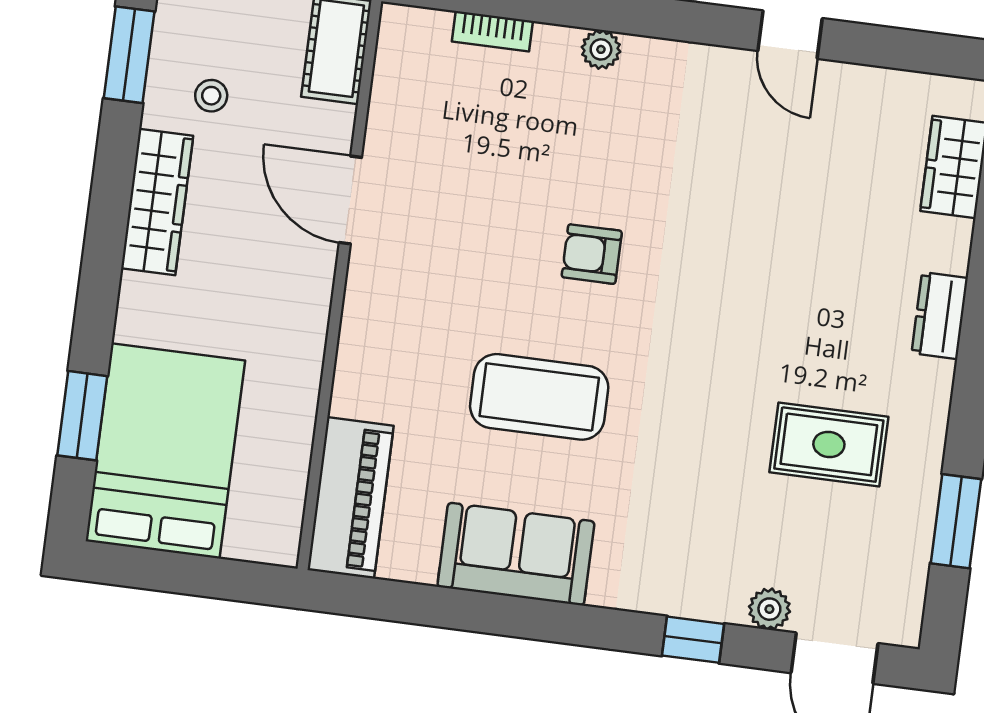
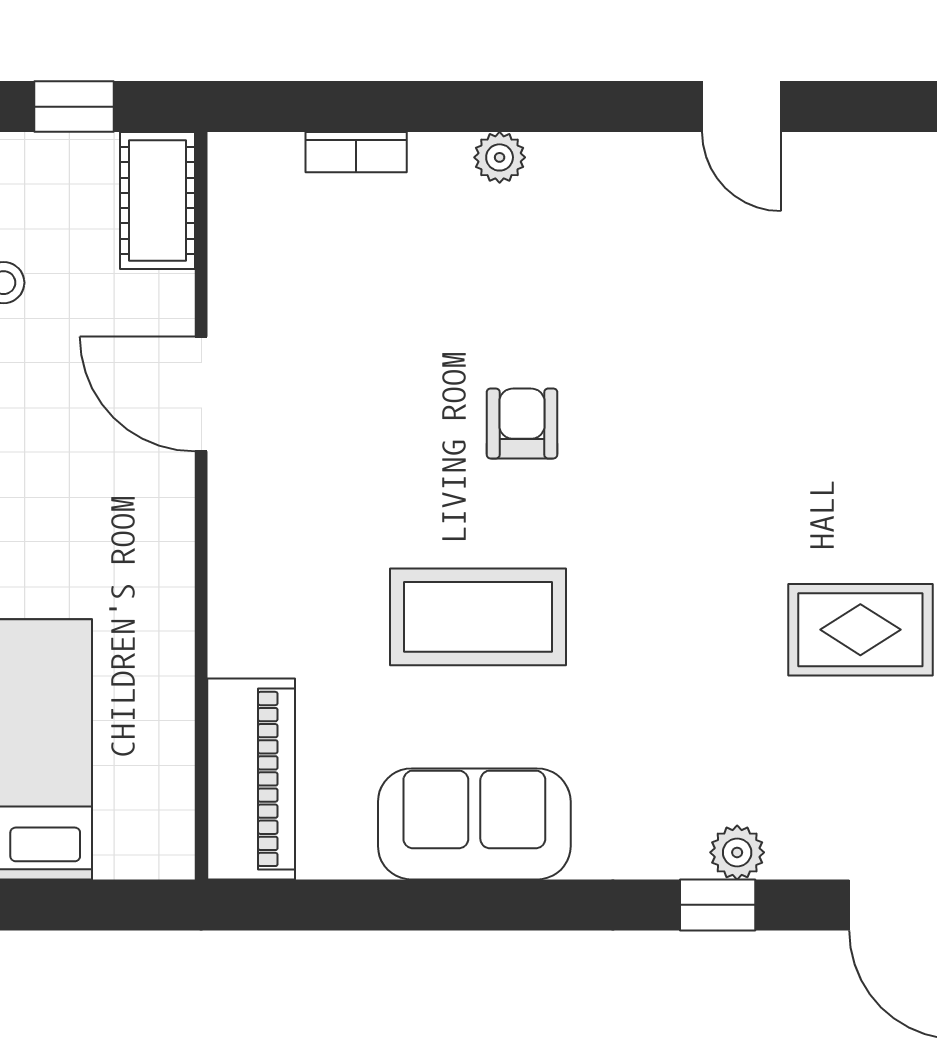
armchair: (592, 254) -> (522, 423), turned 90
plant: (769, 609) -> (737, 852), moved

